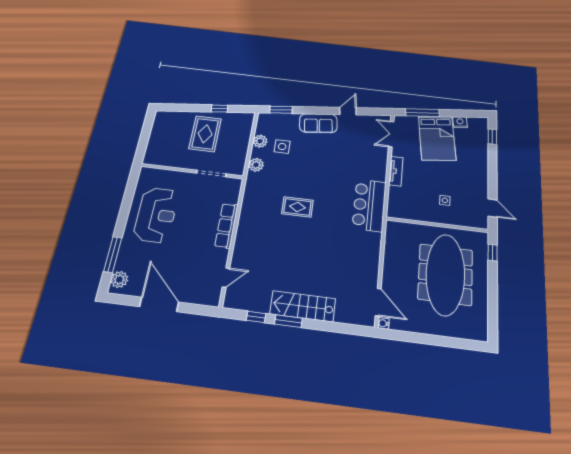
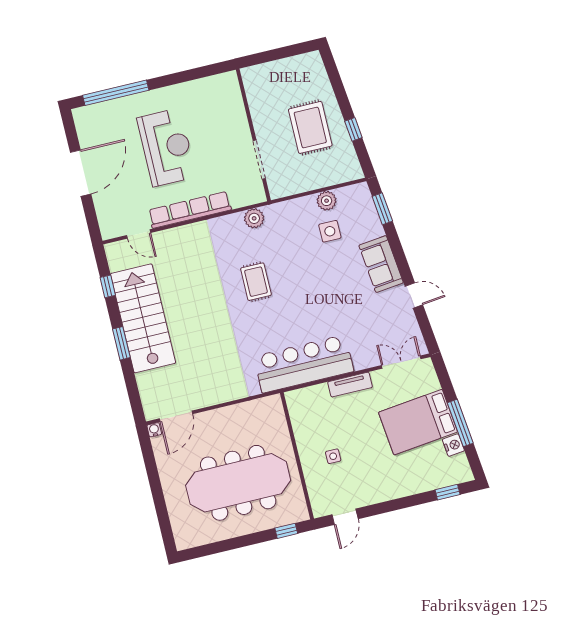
window: (422, 113) -> (460, 423), moved
rug: (205, 134) -> (310, 127), turned 90
plant: (256, 165) -> (254, 218), moved
bar counter: (369, 205) -> (304, 364), width x1.36
reception desk: (156, 215) -> (167, 147), moved, turned -90
row of seats: (226, 225) -> (190, 210), width x1.36
window: (113, 255) -> (116, 93), width x1.46
plant: (119, 280) -> (91, 115), removed
stairs: (303, 306) -> (143, 318), width x1.36, depth x1.51
window: (288, 321) -> (121, 343), moved

